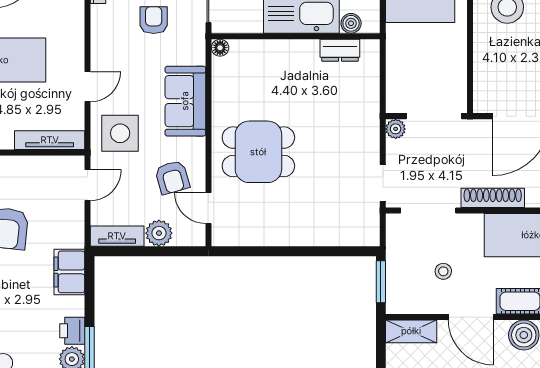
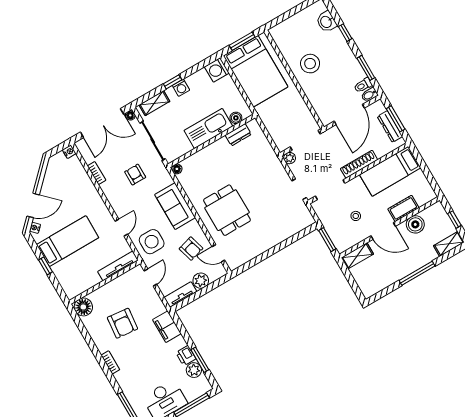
dining table: (258, 152) -> (227, 210), turned 90

